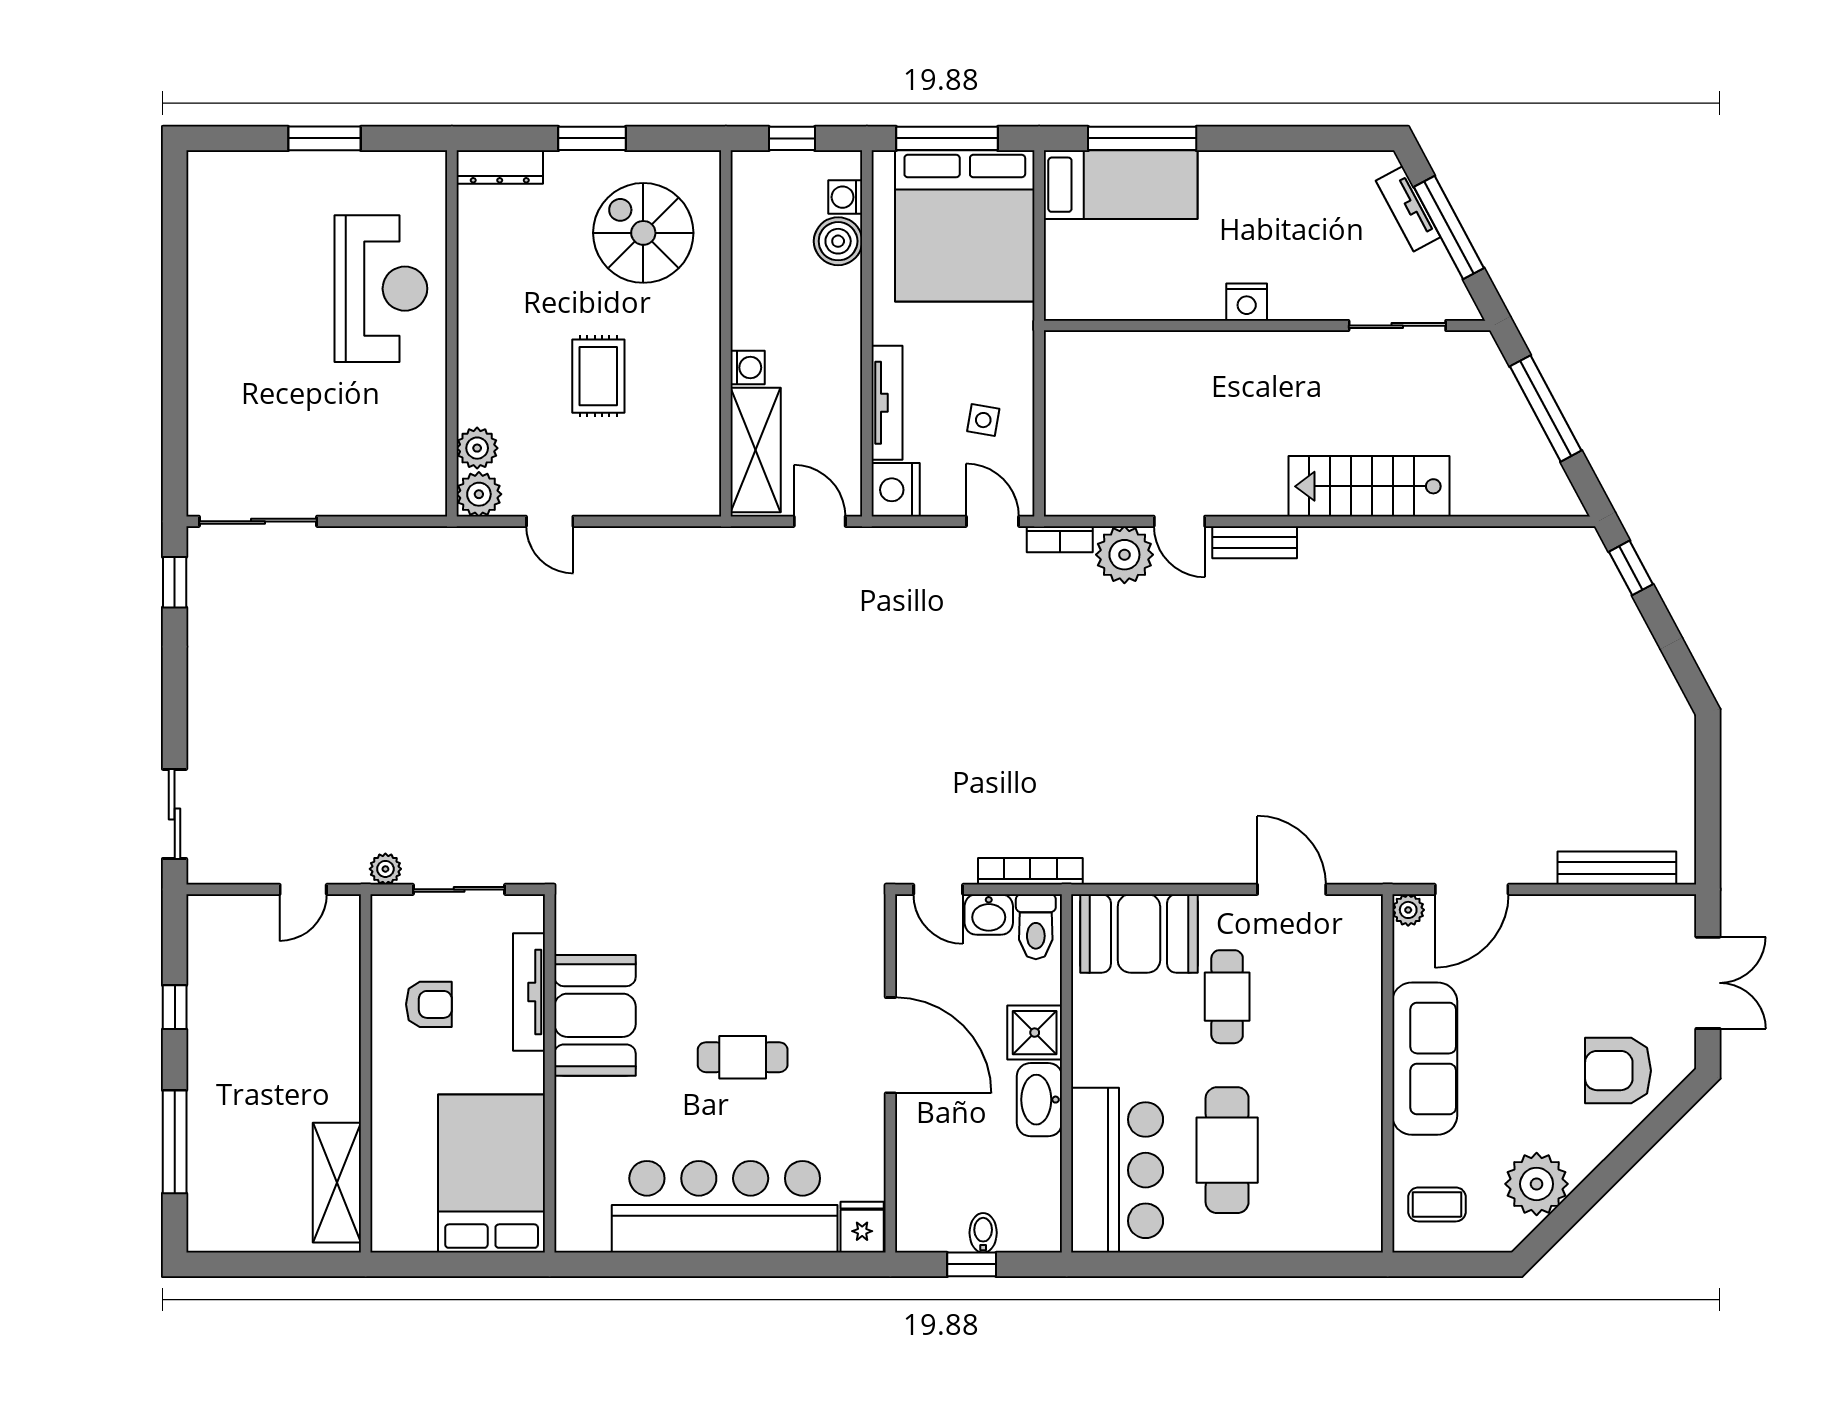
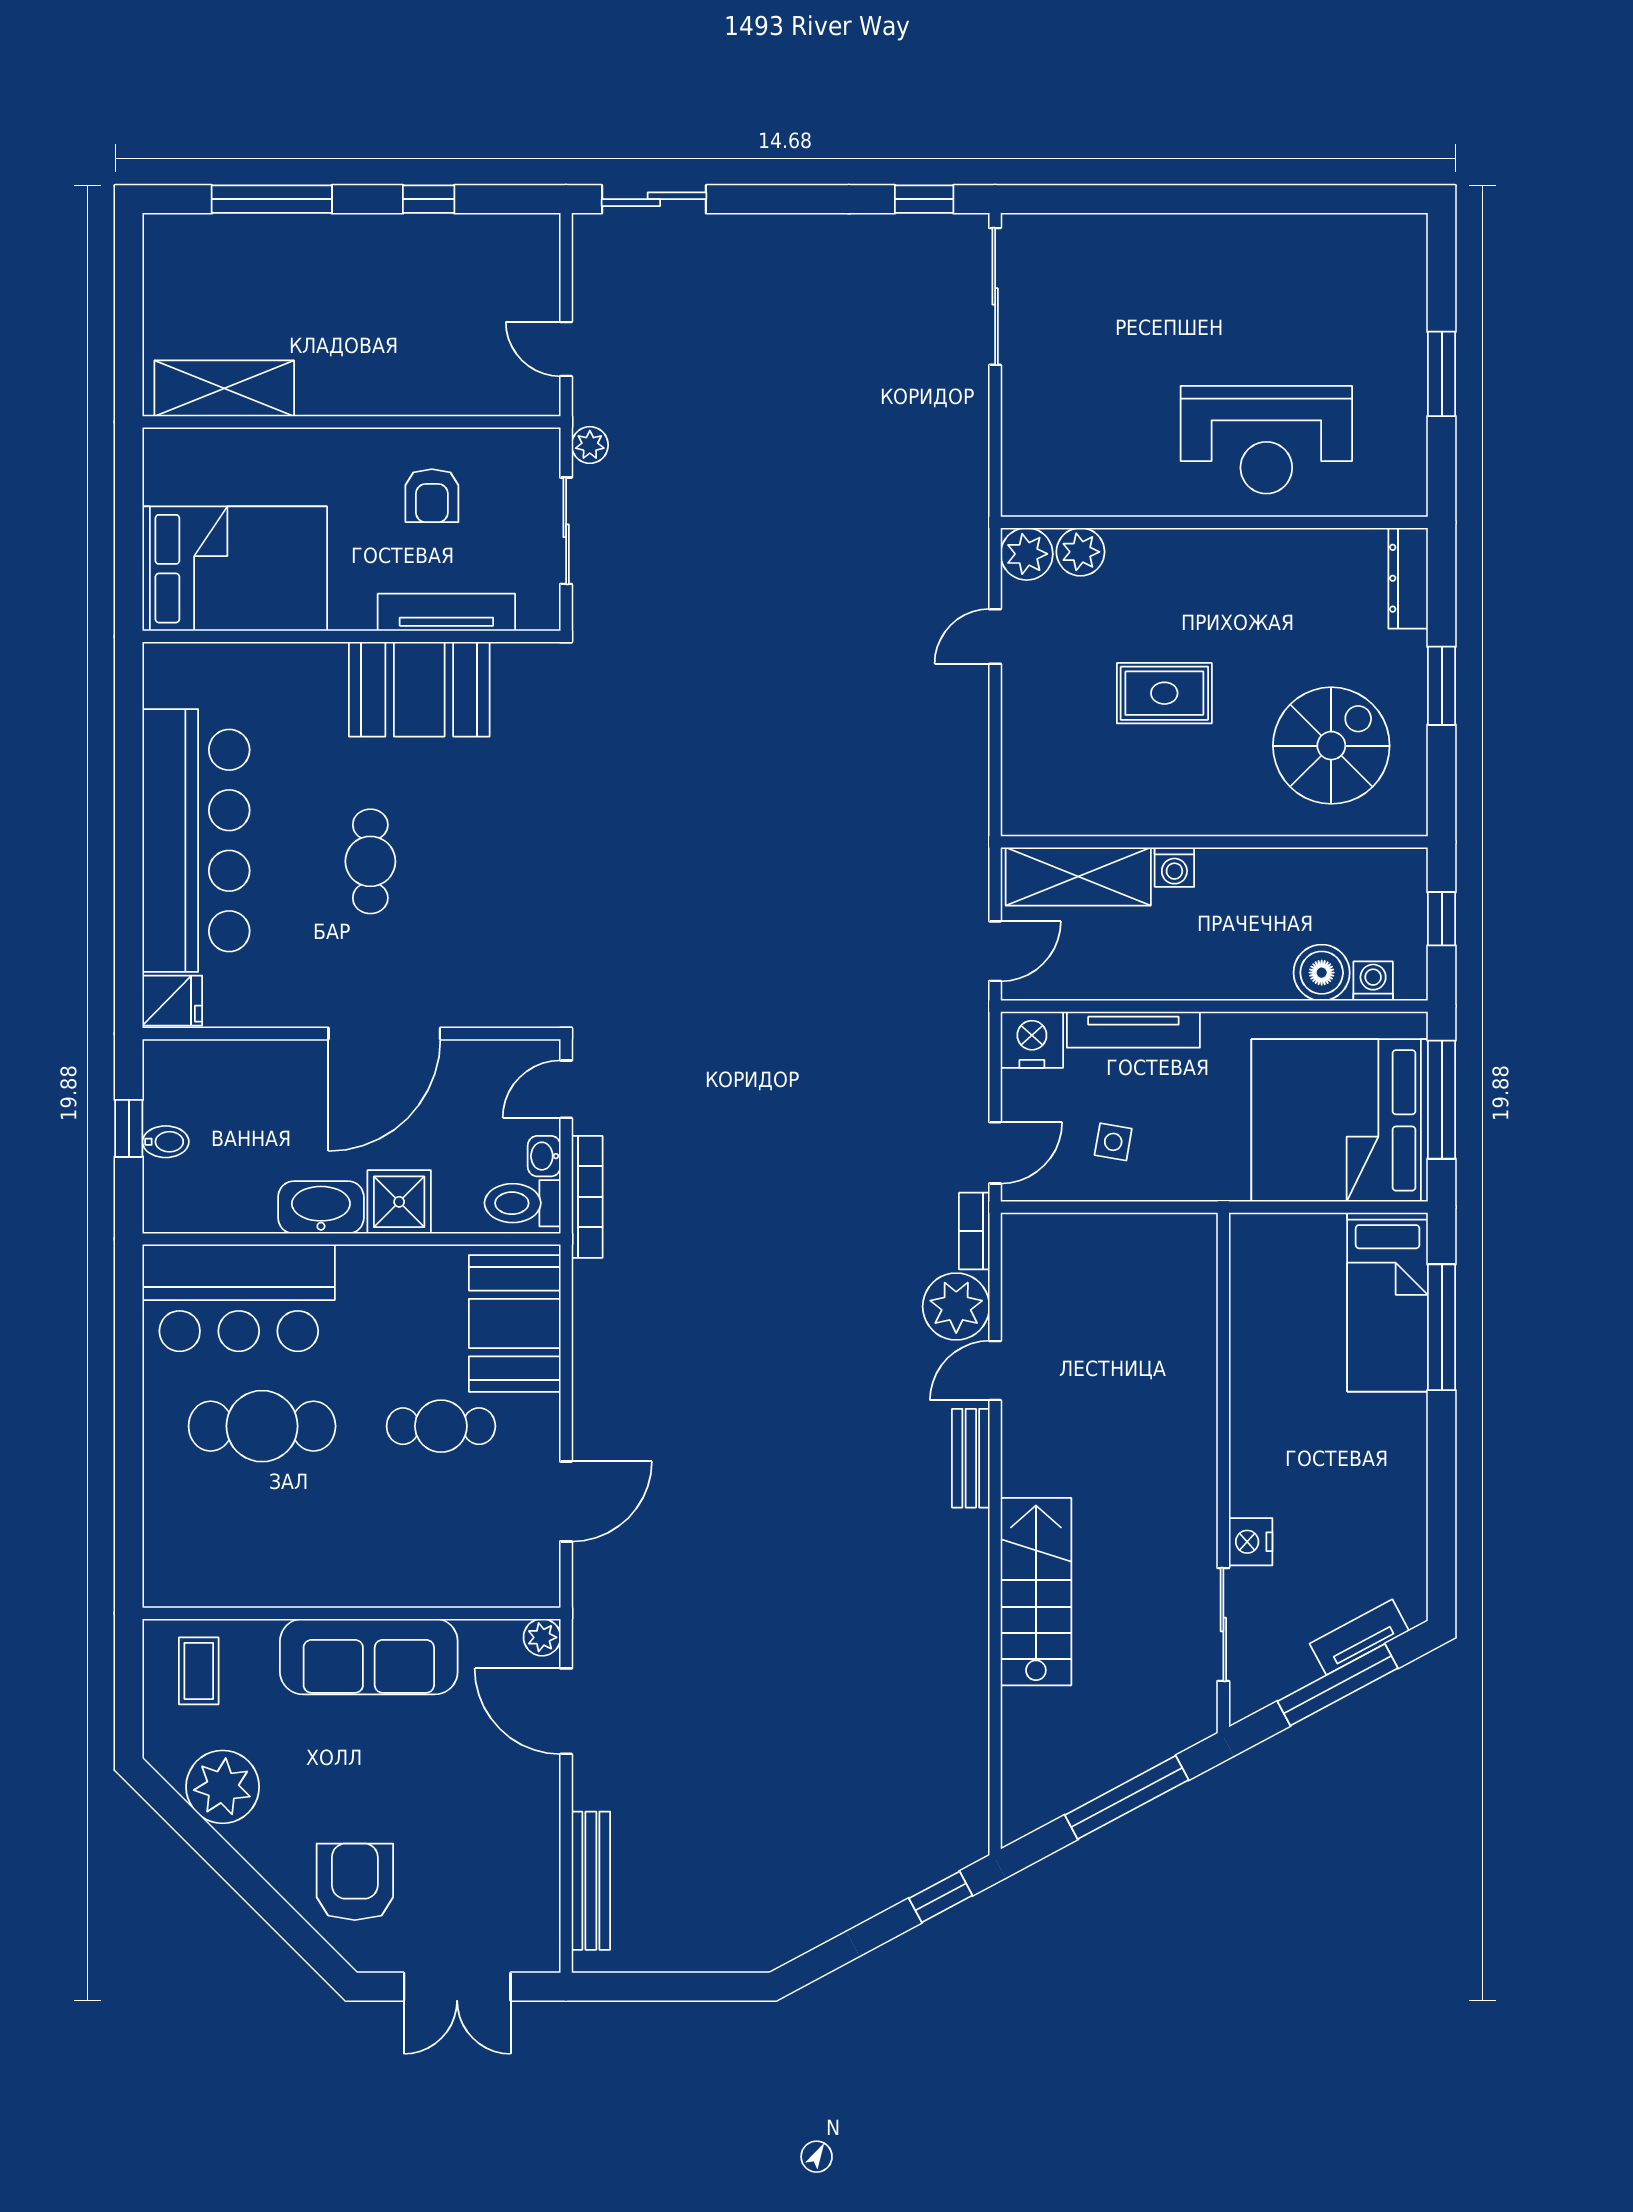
nightstand: (1247, 302) -> (1251, 1542), moved
washbasin: (989, 914) -> (544, 1156), width x0.72, depth x0.69

